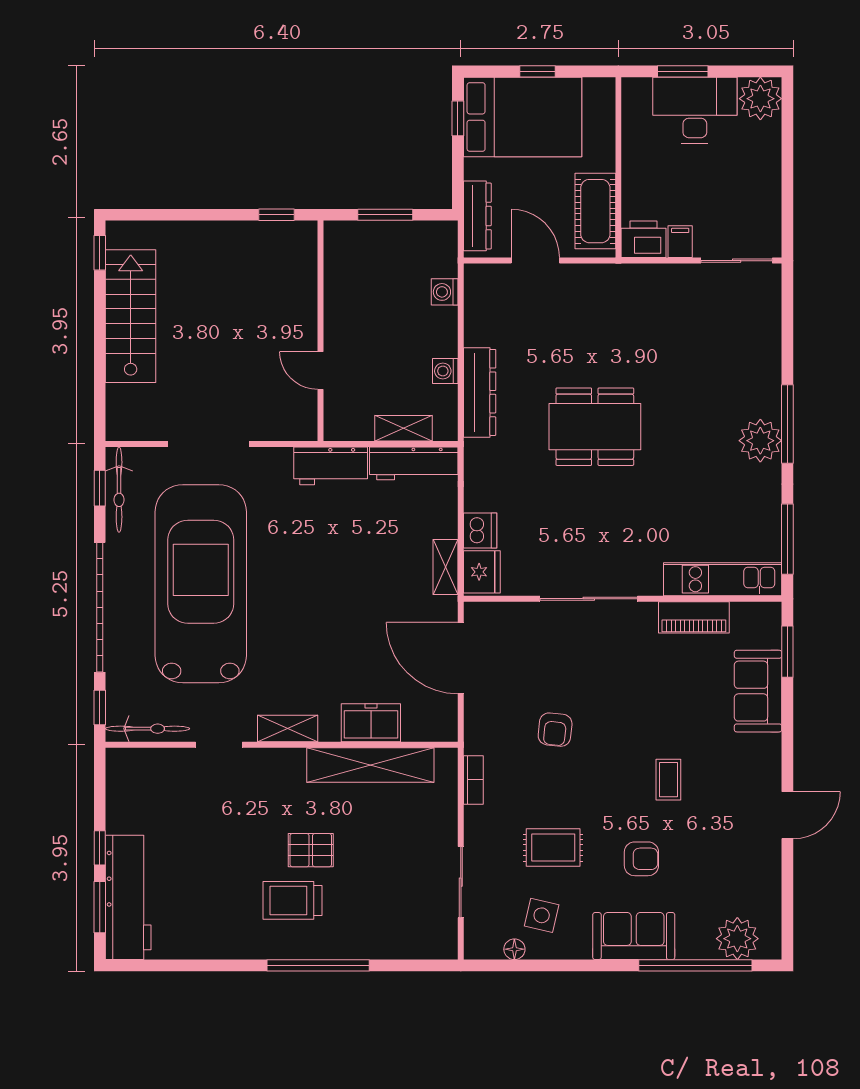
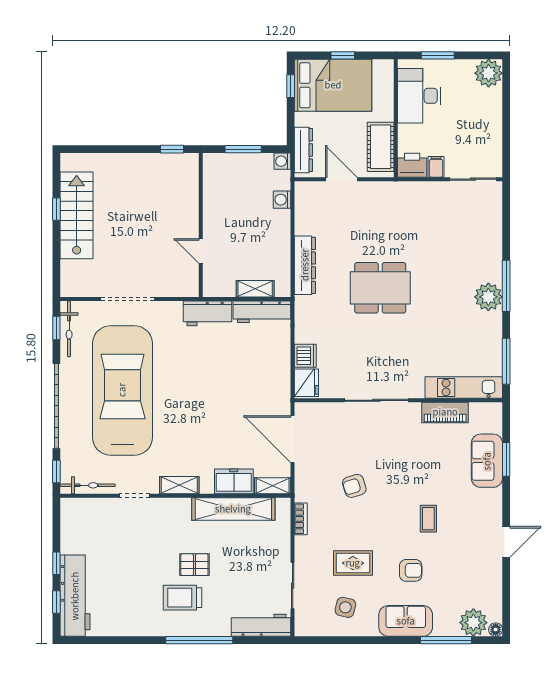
desk: (695, 110) -> (419, 96), moved, turned -90
window: (100, 253) -> (56, 209), moved
washing machine: (445, 371) -> (282, 161), moved
shelving: (446, 567) -> (273, 486), moved, turned 90
window: (787, 652) -> (506, 459), moved
armchair: (555, 730) -> (354, 486), turned 67
window: (100, 907) -> (56, 602), width x0.67
workbench: (413, 943) -> (261, 625), added
floor lamp: (514, 949) -> (496, 630), moved
window: (695, 965) -> (446, 640), width x0.68

